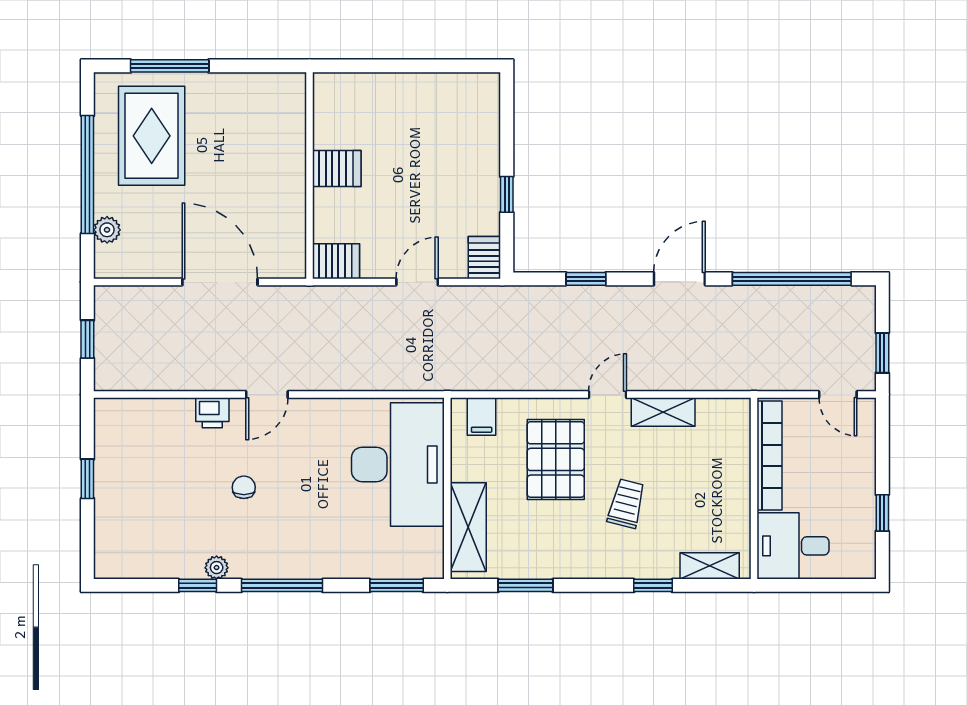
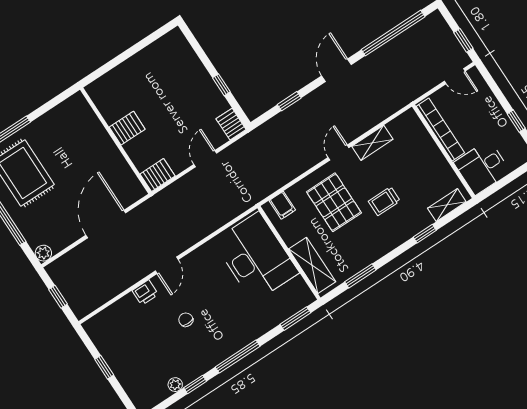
plant: (107, 230) -> (43, 253), moved
door: (220, 282) -> (106, 224), hinge flipped
trolley: (626, 504) -> (384, 201), turned -104
plant: (217, 568) -> (175, 385), moved

